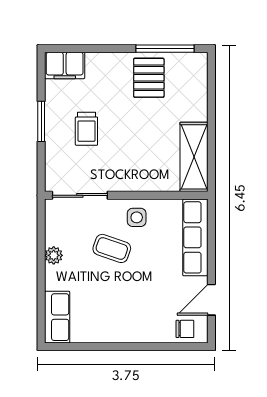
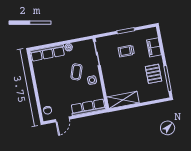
filing cabinet: (65, 65) -> (154, 47), moved
pallet: (149, 78) -> (154, 74), turned 90
door: (211, 300) -> (62, 119), swing flipped
row of seats: (57, 317) -> (48, 53), width x1.48

